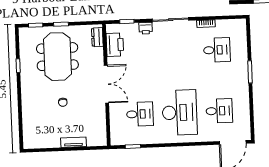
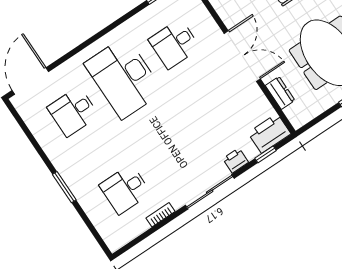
dresser: (97, 37) -> (280, 93), moved
printer: (115, 45) -> (269, 133), moved, turned 90
double door: (106, 84) -> (242, 56), swing flipped

